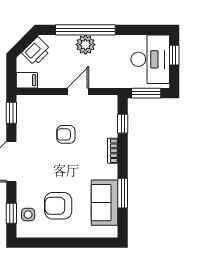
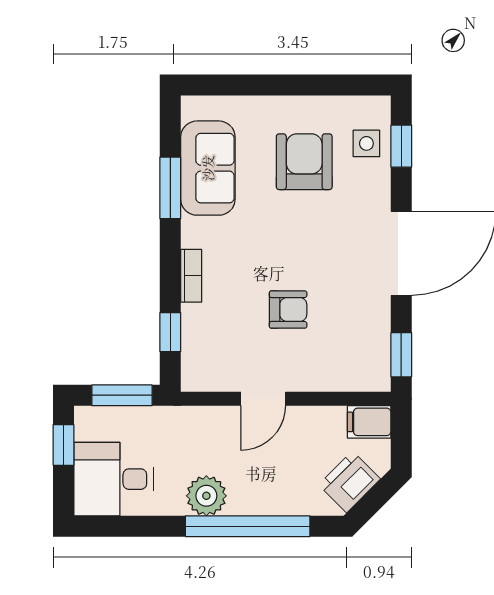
plant: (85, 45) -> (206, 496), moved
window: (174, 55) -> (63, 445), moved
desk: (150, 59) -> (113, 479), width x0.73
armchair: (58, 206) -> (304, 162), turned -90

